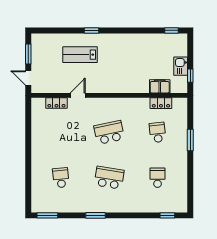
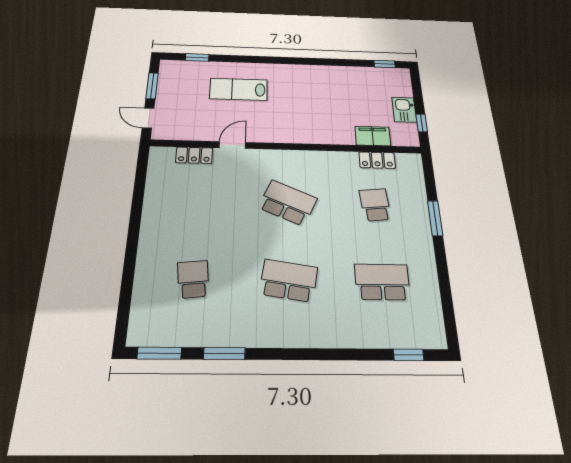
window: (92, 30) -> (197, 57), moved
school desk: (109, 132) -> (288, 203), turned 36
school desk: (158, 178) -> (382, 282), width x1.85
window: (96, 215) -> (224, 354), moved

